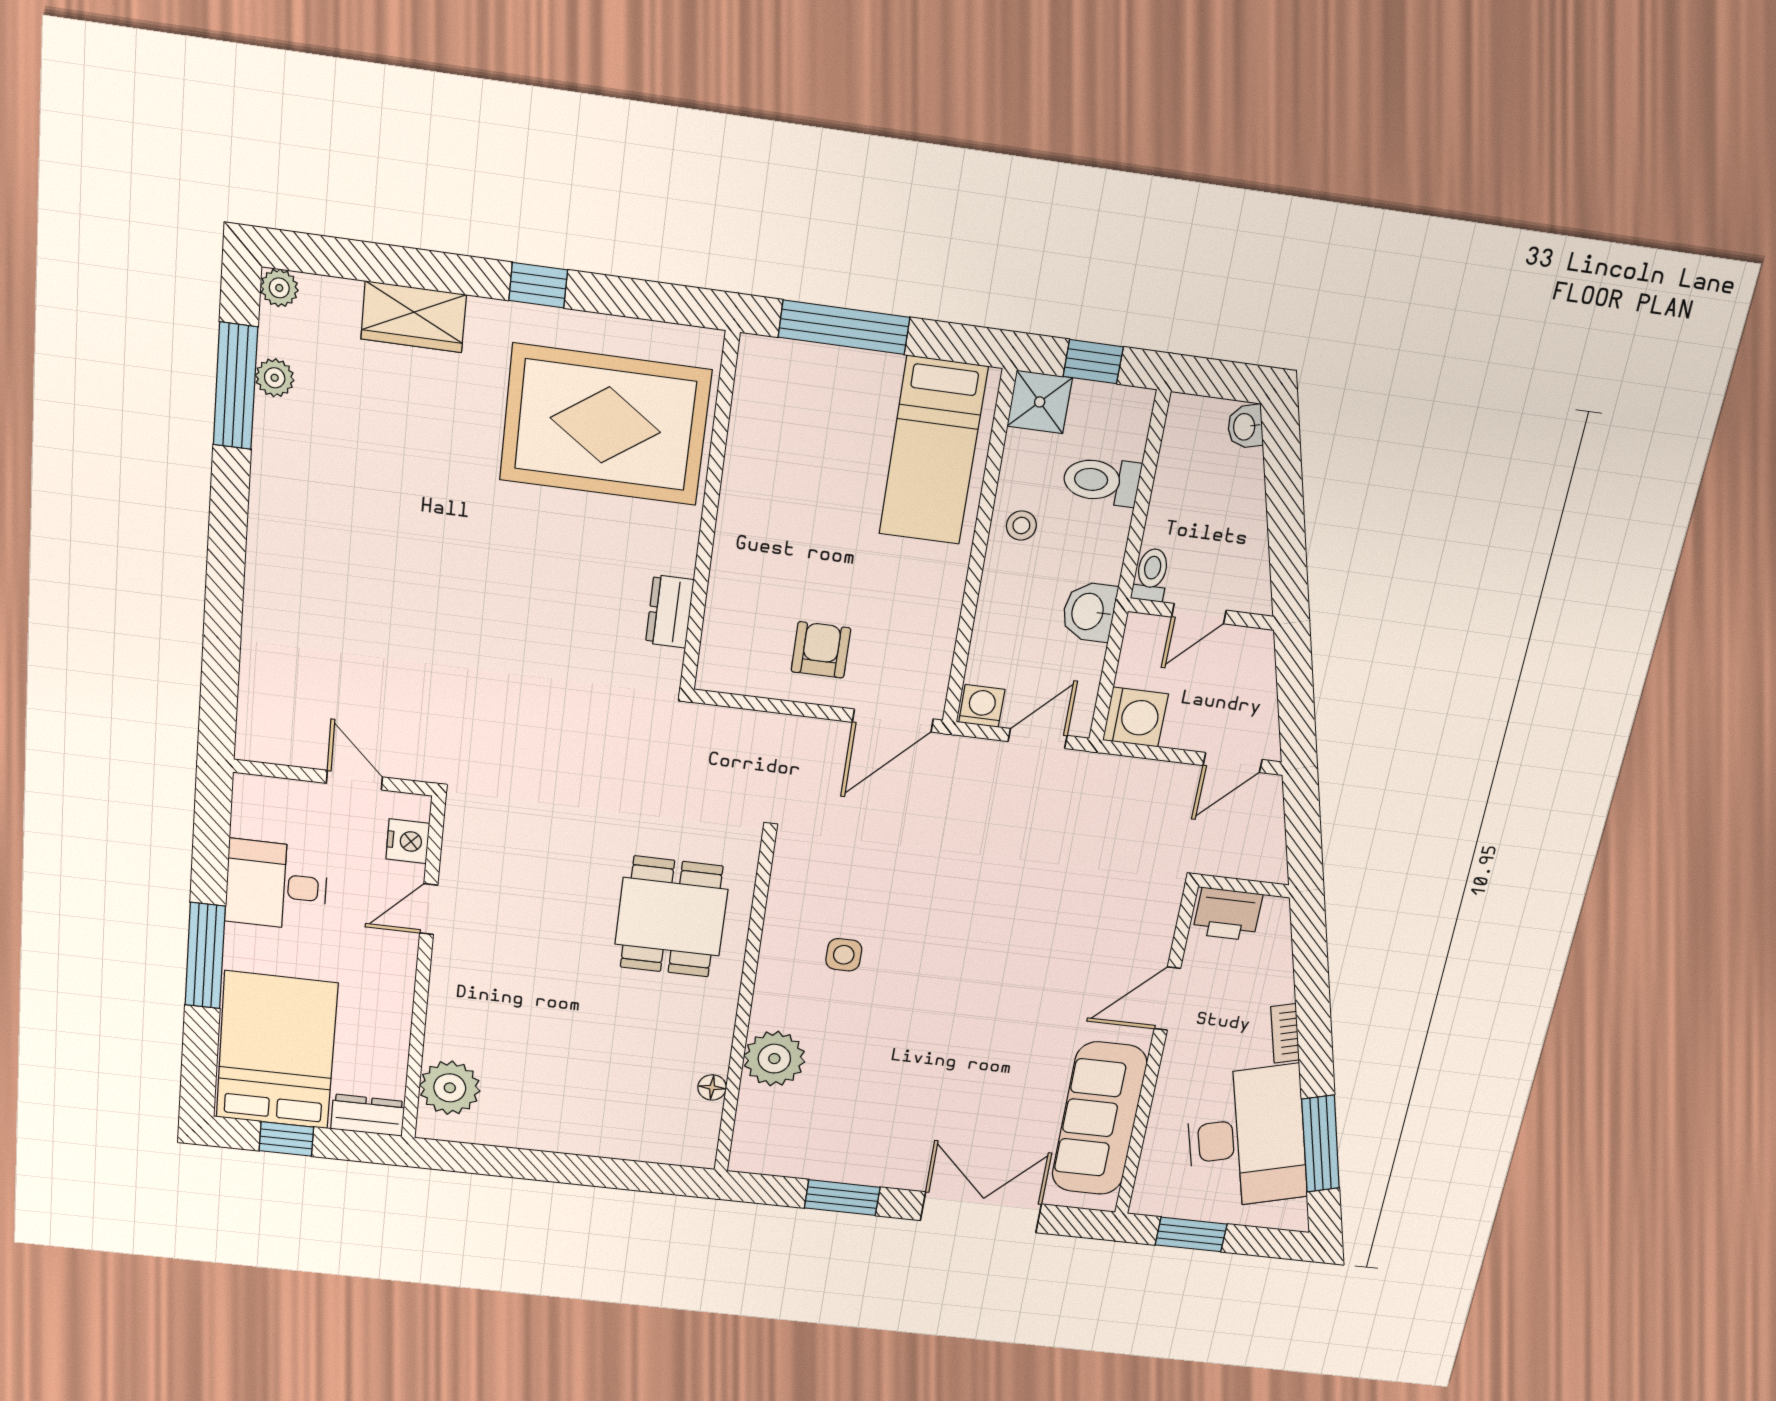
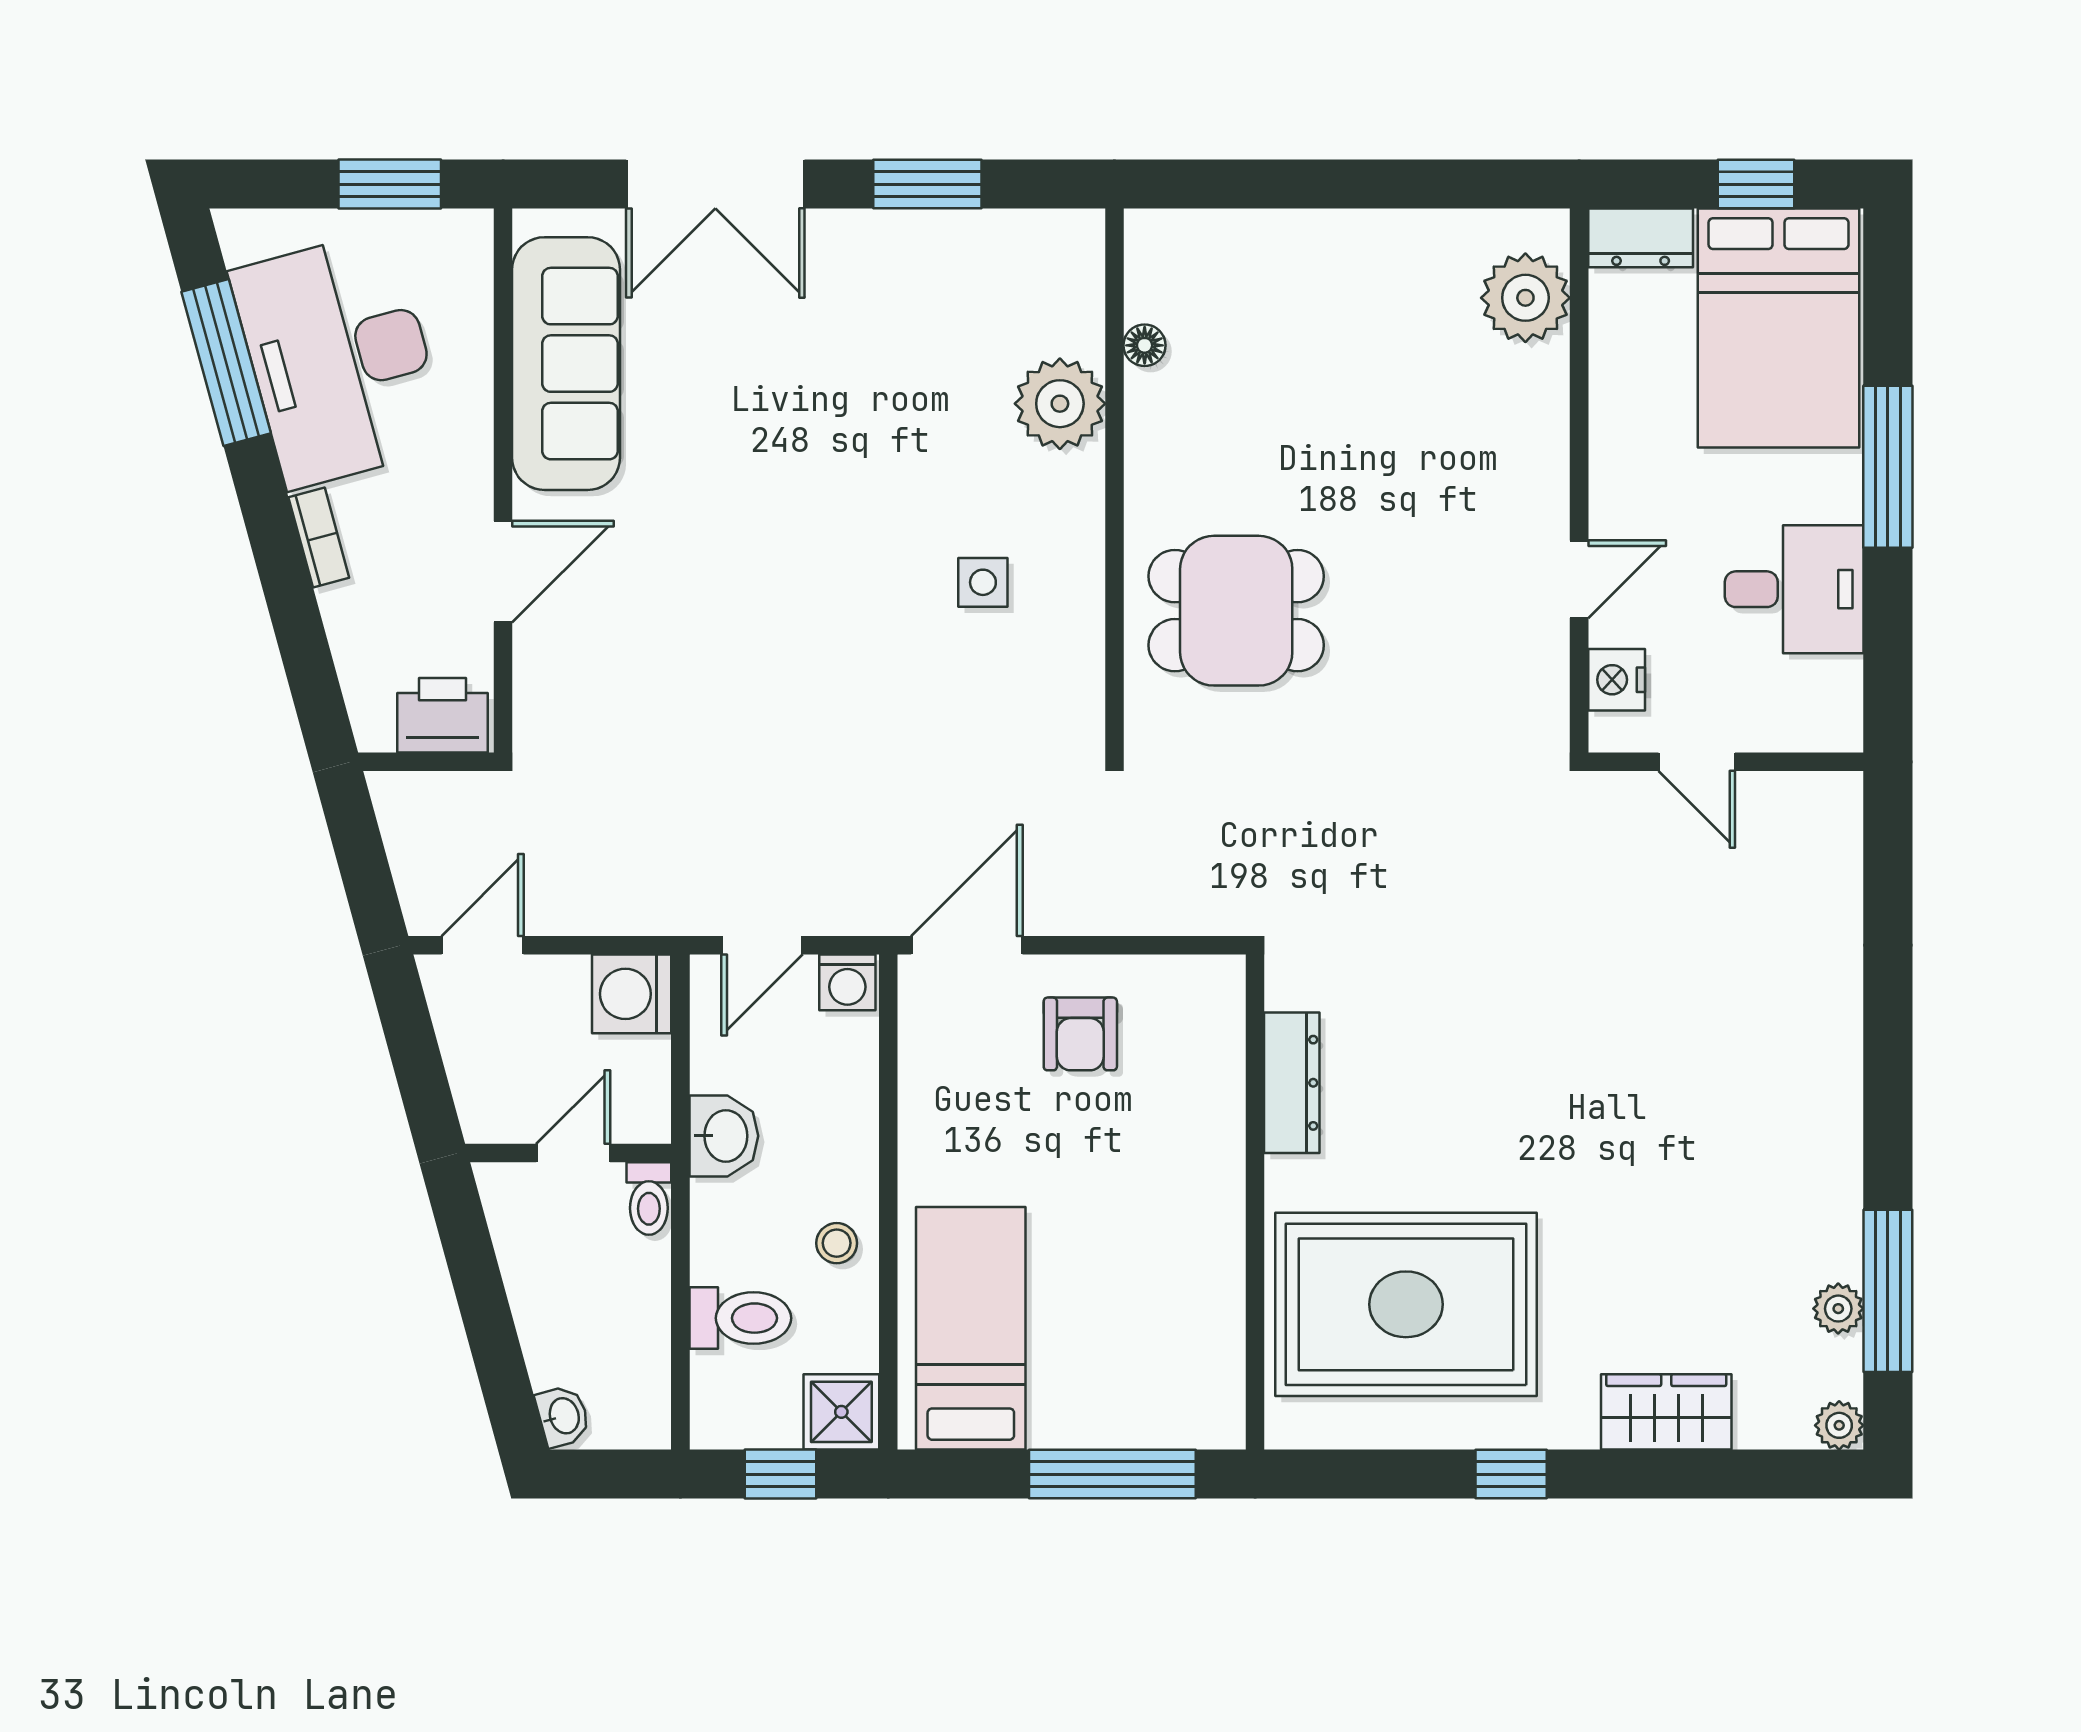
dresser: (670, 611) -> (1292, 1083), width x1.44
dining table: (671, 917) -> (1236, 611), turned 90

